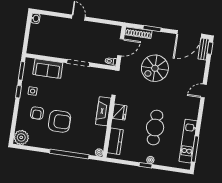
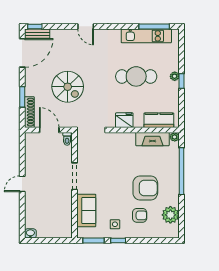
door: (189, 34) -> (22, 53), hinge flipped
fireplace: (103, 111) -> (152, 139), moved
armchair: (60, 121) -> (145, 188), turned 90
plant: (21, 137) -> (170, 215), moved

